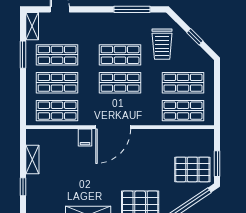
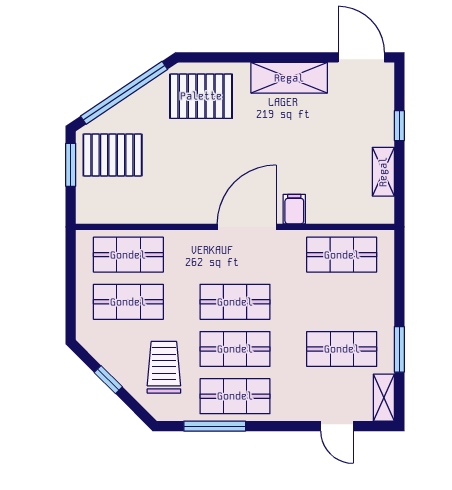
shop shelf: (57, 83) -> (235, 396), moved

